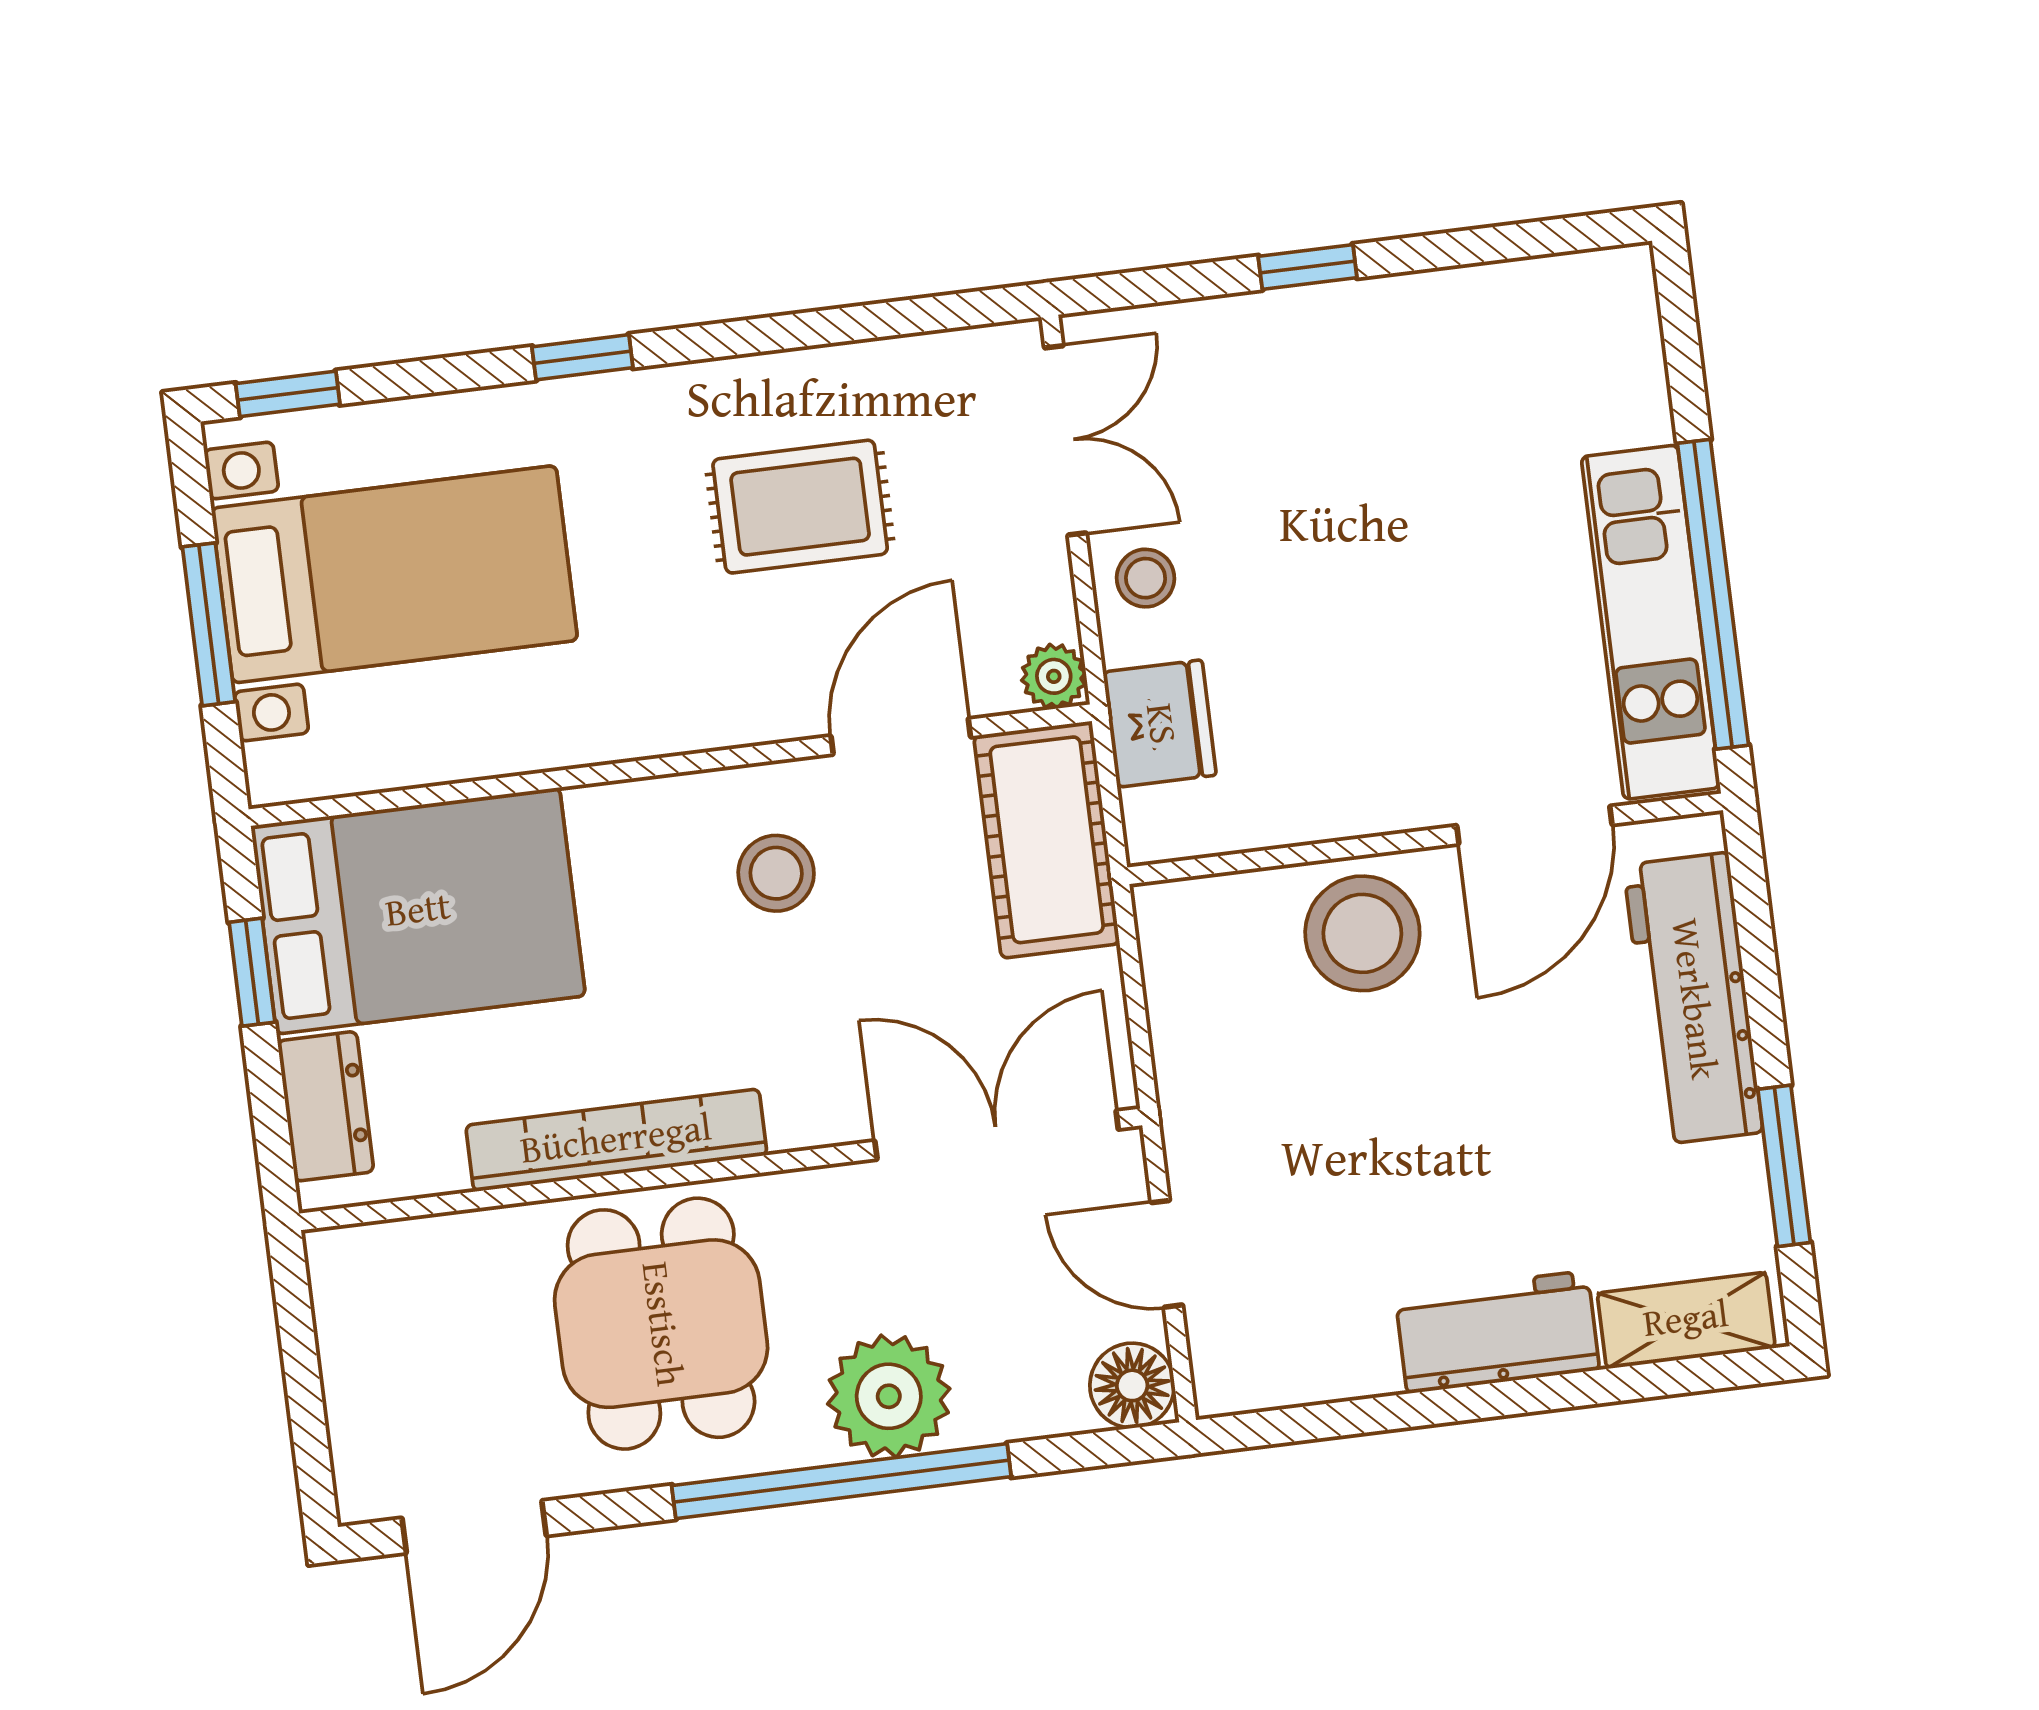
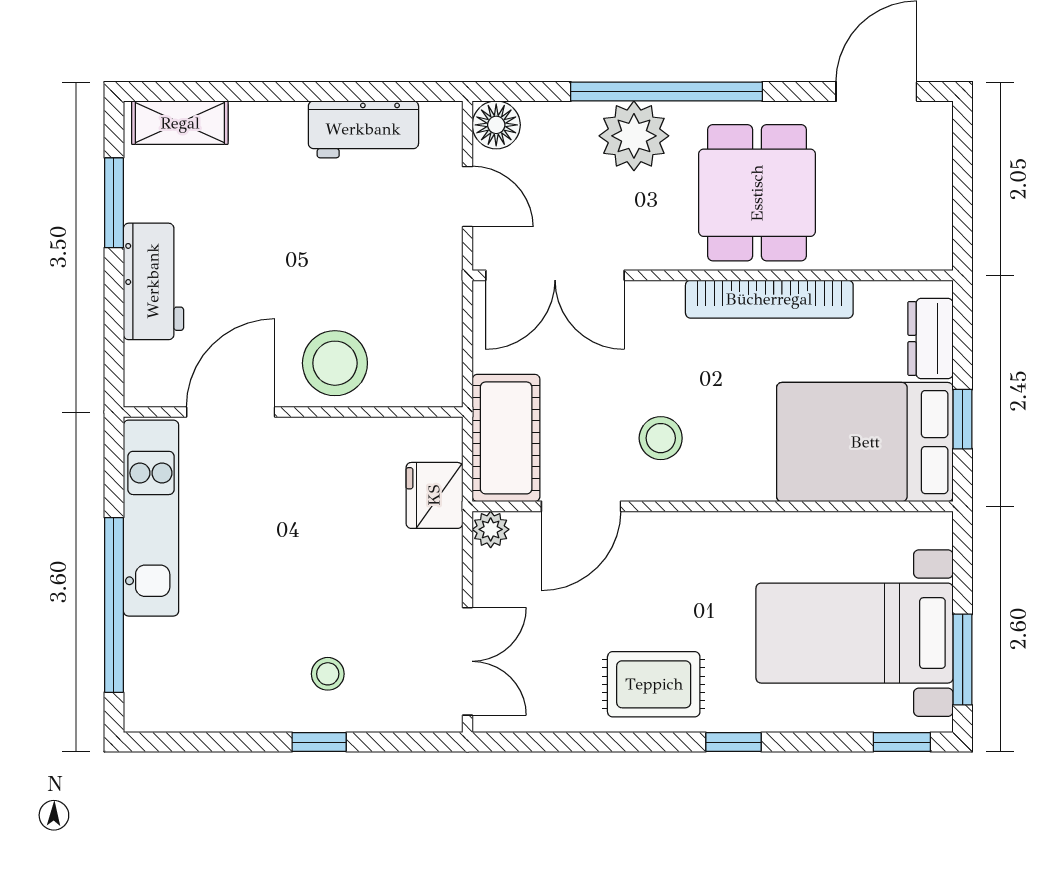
double door: (1065, 440) -> (468, 661), swing flipped
rug: (800, 507) -> (654, 684), moved
stool: (1146, 578) -> (328, 674), moved
window: (1713, 594) -> (114, 605), moved
window: (209, 624) -> (963, 660), moved
workbench: (1693, 999) -> (153, 281), width x0.73
workbench: (1497, 1332) -> (363, 129), moved

